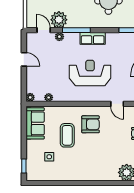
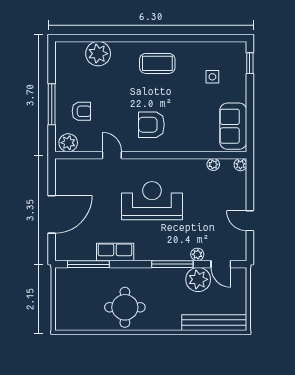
row of seats: (93, 38) -> (115, 252), moved
reception desk: (90, 73) -> (152, 201), turned 180
coffee table: (67, 135) -> (157, 63), moved, turned 90

